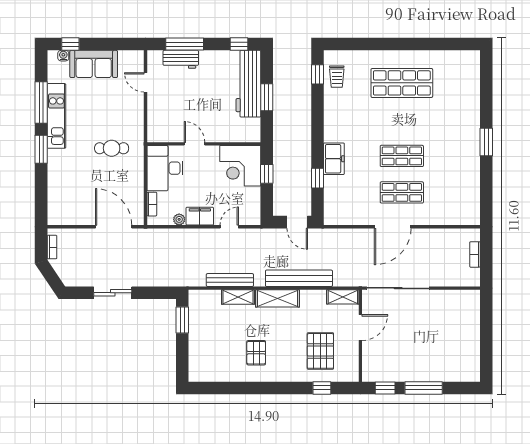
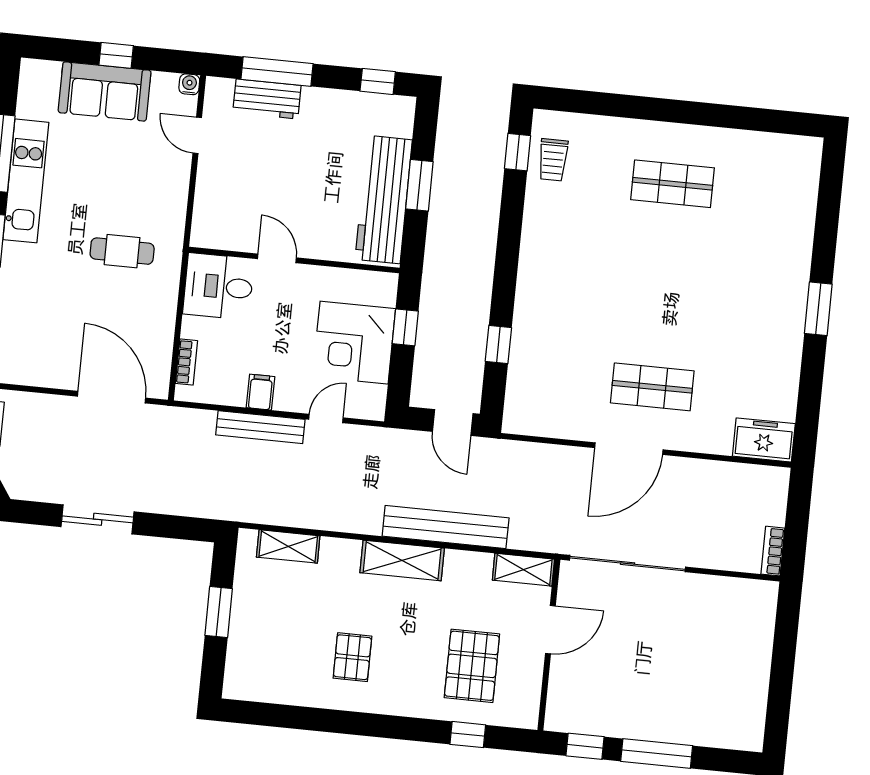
window: (70, 44) -> (116, 55), moved
water cooler: (63, 56) -> (189, 84), moved
shop shelf: (402, 83) -> (673, 184), width x0.70, depth x0.74
workbench: (248, 84) -> (384, 200), moved
shop shelf: (402, 156) -> (659, 319), removed
freezer: (334, 159) -> (764, 440), moved, turned -90
corner desk: (240, 166) -> (354, 343), moved
desk: (165, 168) -> (218, 286), width x0.73
filing cabinet: (200, 216) -> (261, 392), width x0.50
plant: (179, 219) -> (234, 396), removed
bookcase: (475, 254) -> (773, 551), moved
bench: (230, 280) -> (260, 427), moved
shelving: (238, 297) -> (288, 546), moved
window: (182, 320) -> (219, 612), moved

